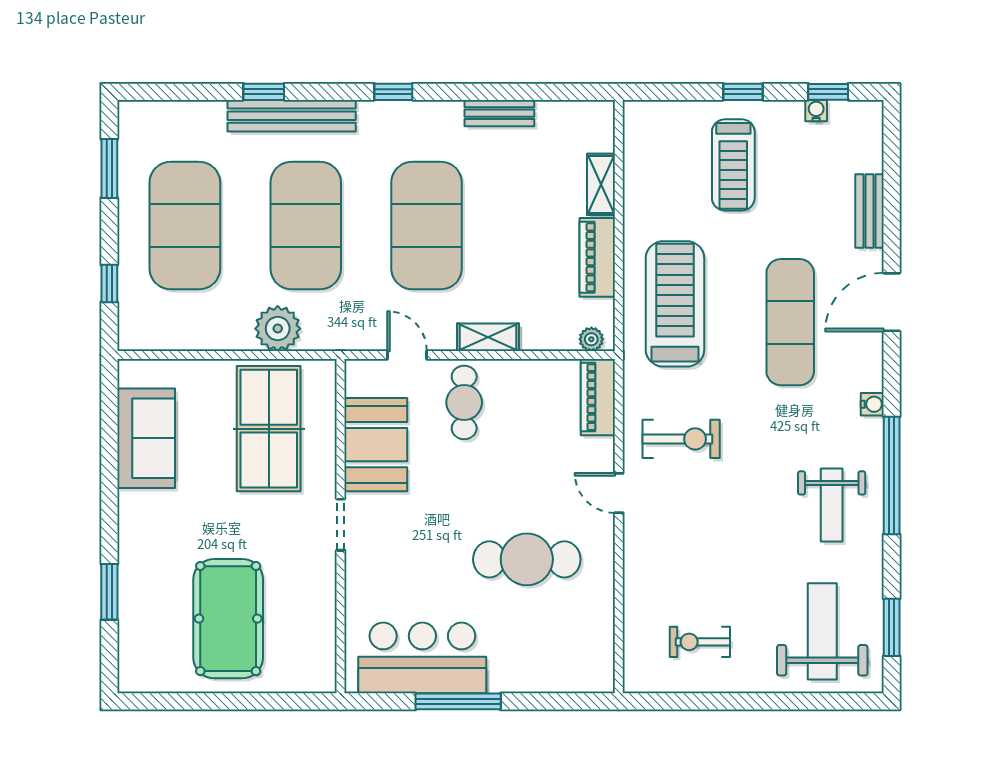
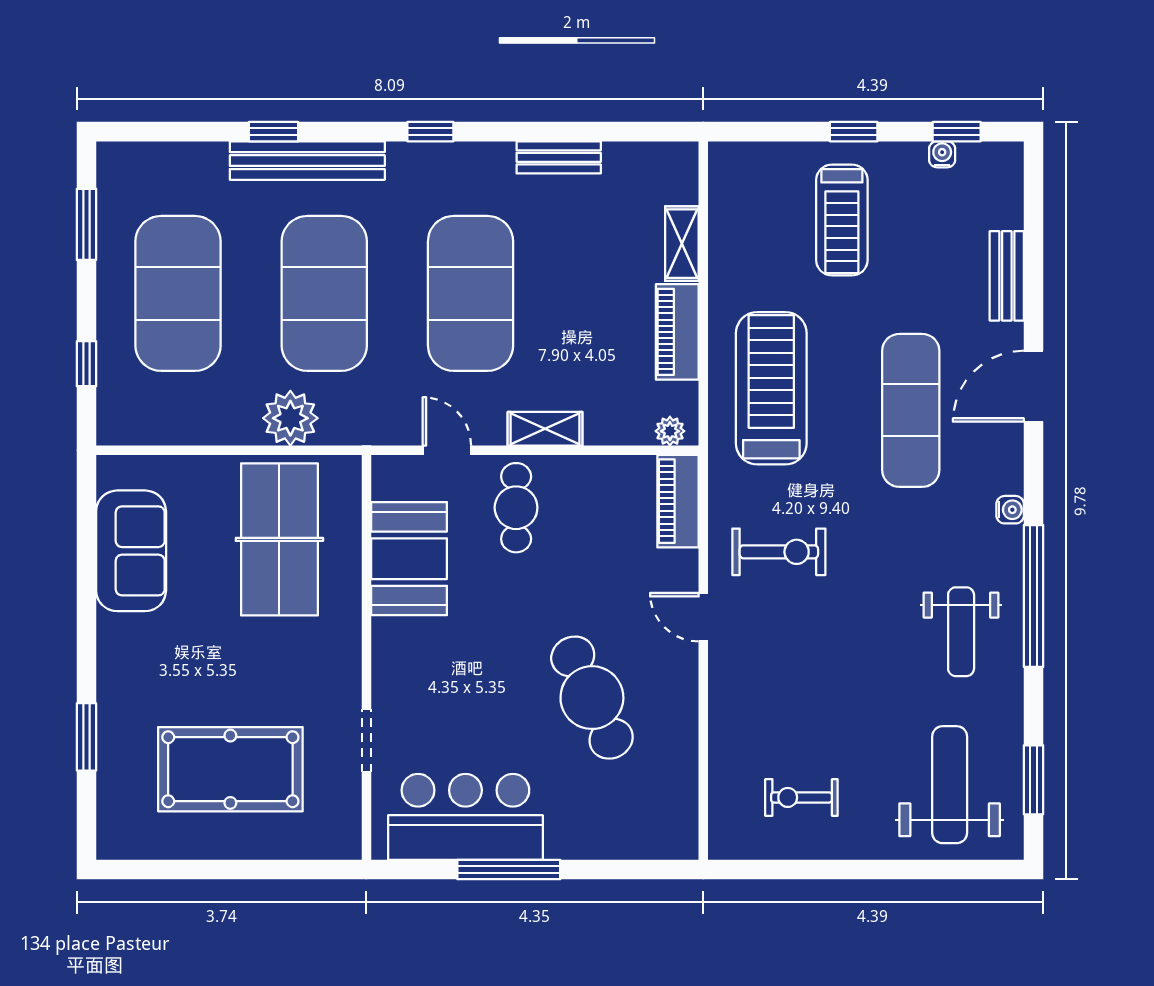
doorway: (341, 525) -> (366, 741), moved
cafe table: (527, 559) -> (592, 698), turned 65
pool table: (228, 619) -> (230, 769), turned 90

